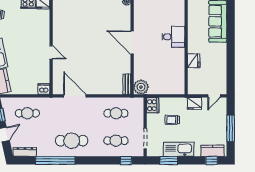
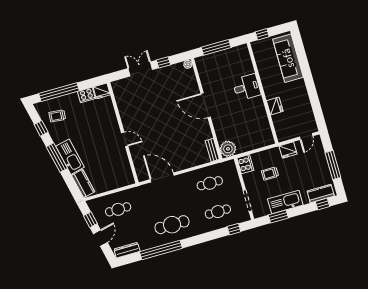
dishwasher: (44, 89) -> (128, 179), removed

